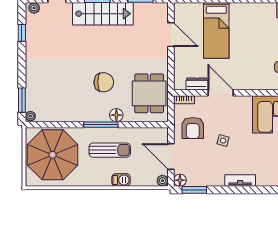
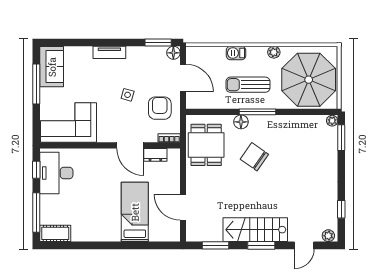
chair: (104, 82) -> (254, 157), turned 35
plant: (162, 181) -> (274, 52), moved

